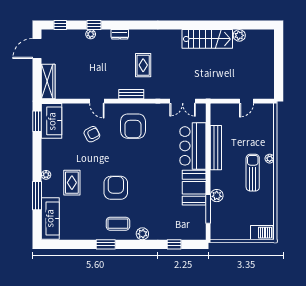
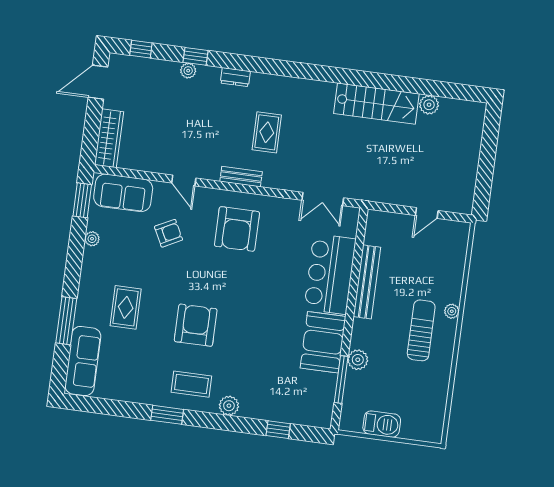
sofa: (52, 121) -> (123, 193), moved, turned 90
plant: (46, 175) -> (92, 239), moved
barbecue: (262, 233) -> (382, 424), moved

